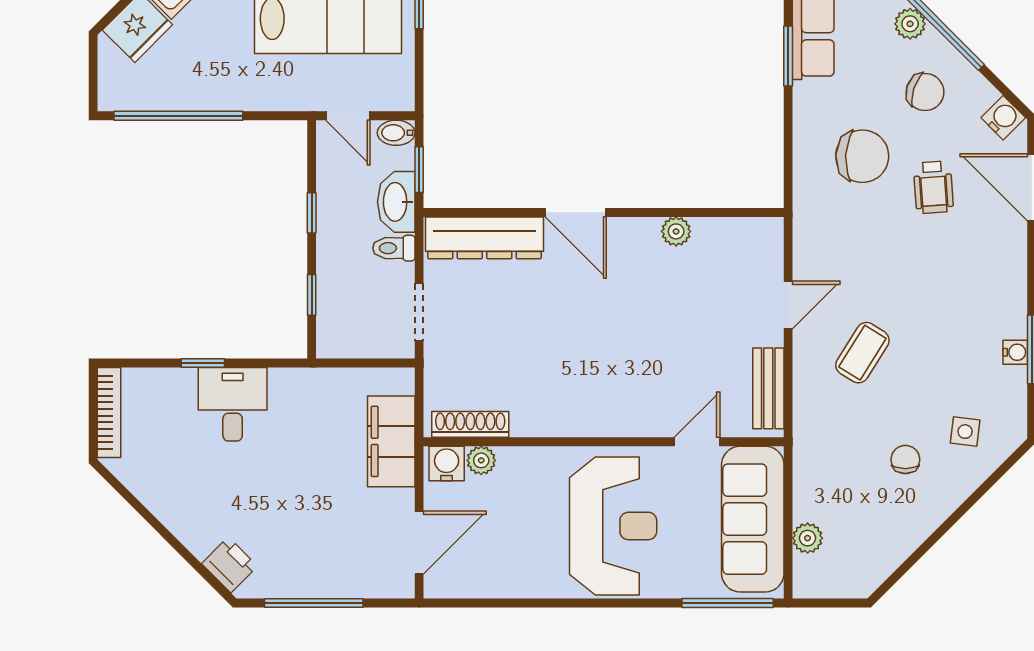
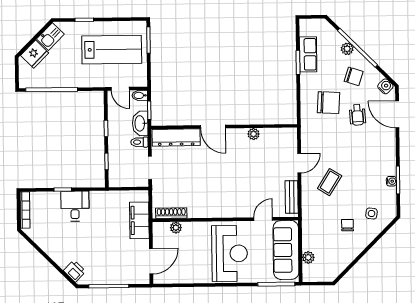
water cooler: (447, 464) -> (162, 229), removed

